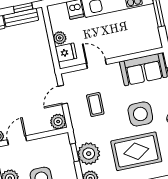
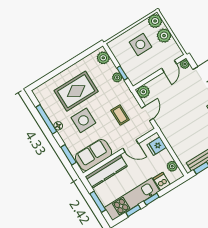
plant: (60, 38) -> (172, 166), moved
kitchen counter: (136, 45) -> (106, 172), added
plant: (89, 154) -> (117, 77), width x0.53, depth x0.53

